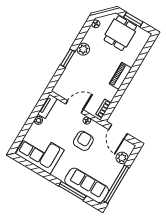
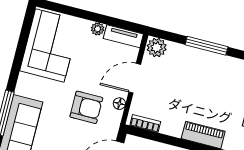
plant: (83, 49) -> (157, 47), moved
window: (68, 58) -> (207, 46), width x1.44
door: (74, 107) -> (135, 78), swing flipped

